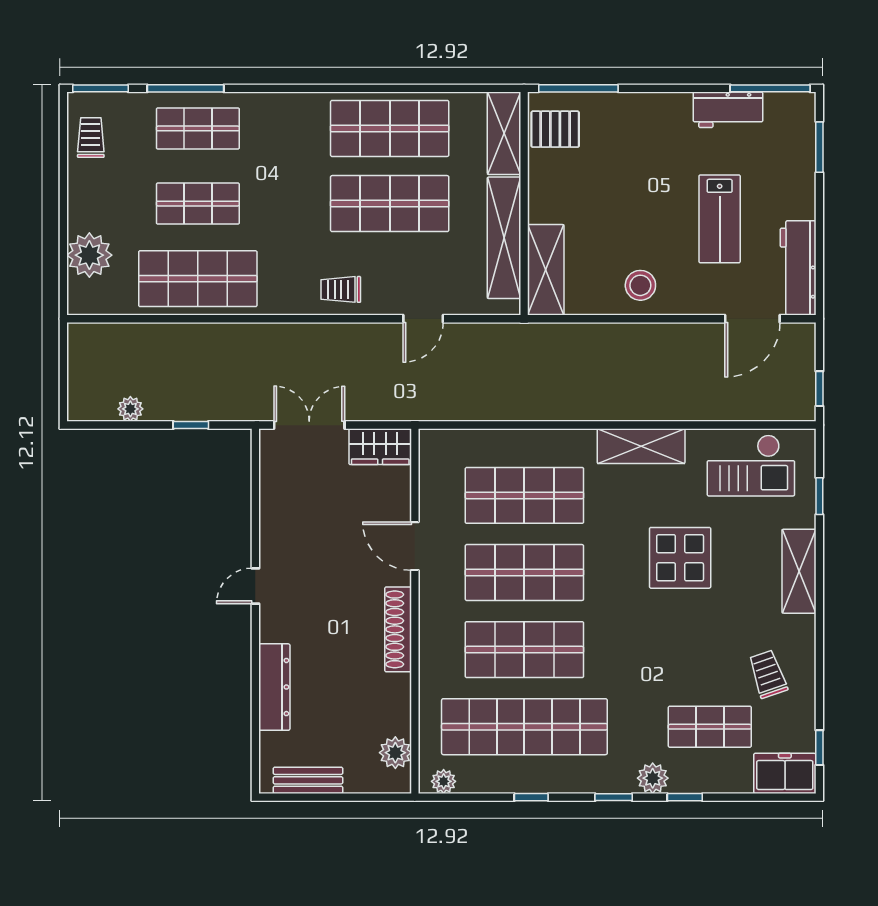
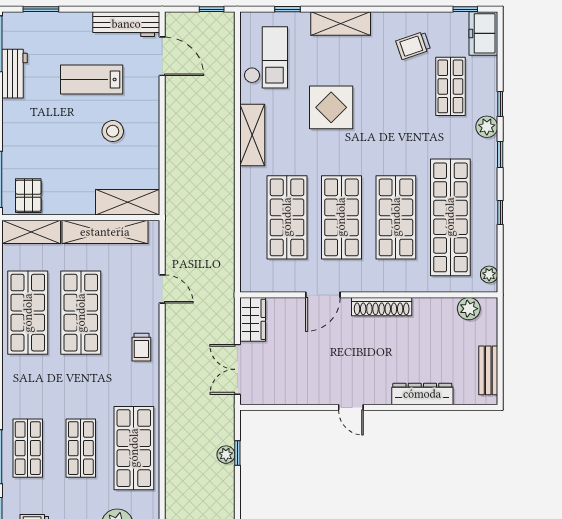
lab bench: (720, 219) -> (92, 80), turned 180
stool: (640, 285) -> (113, 131), moved
plant: (130, 409) -> (226, 455), moved

